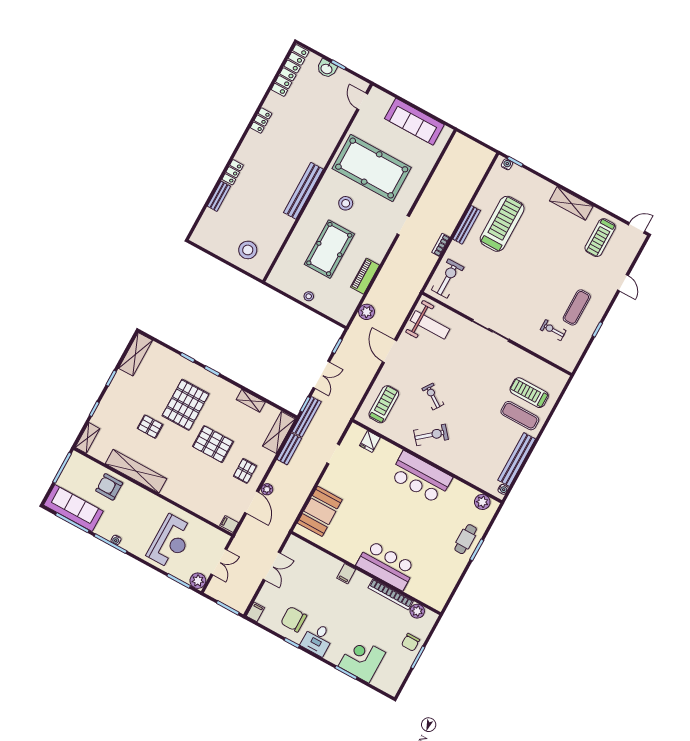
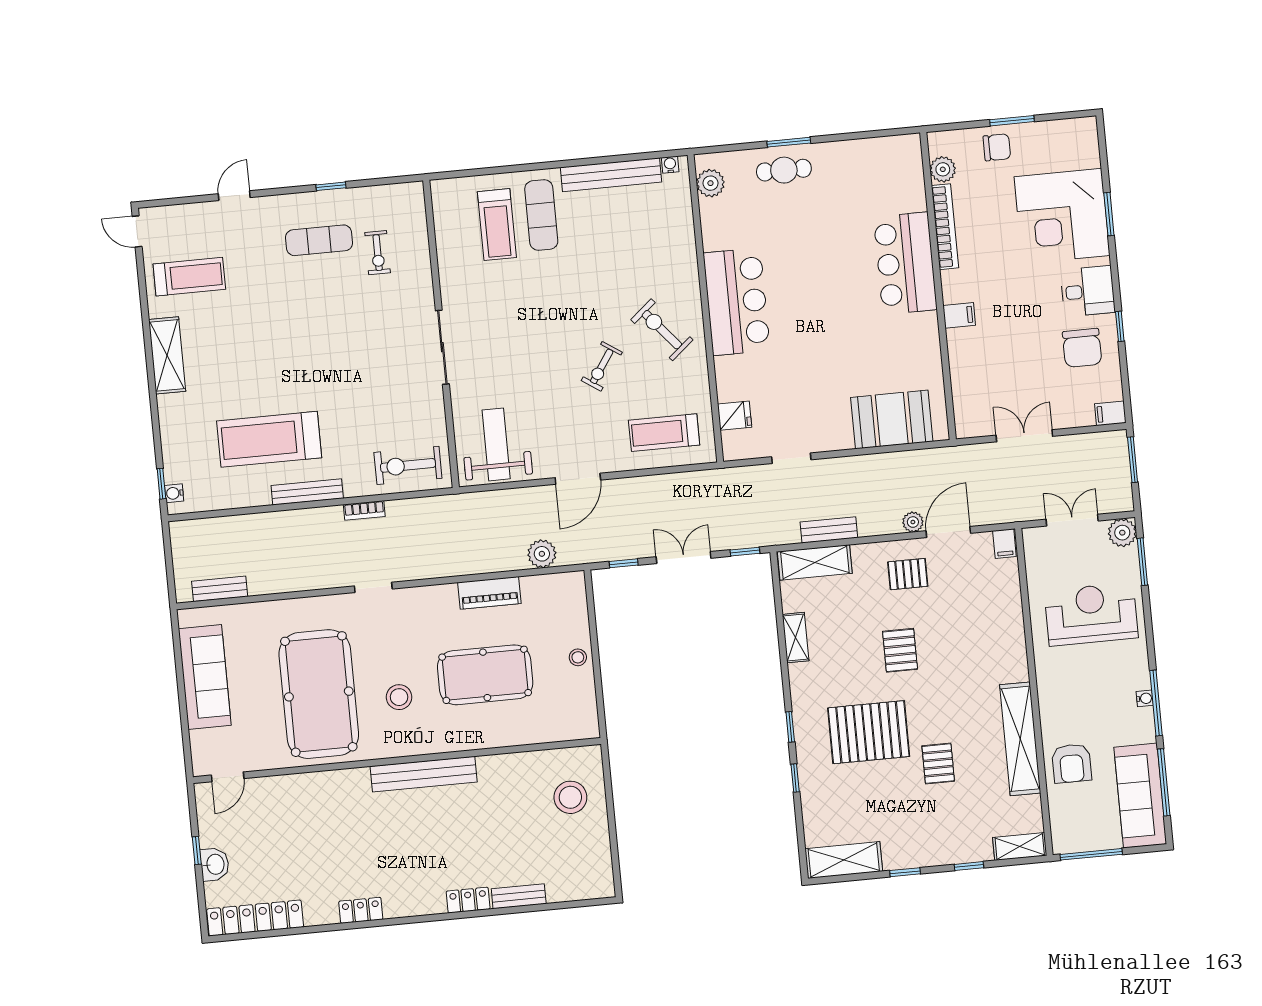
bench: (307, 417) -> (220, 589), moved, width x0.73
pallet: (213, 444) -> (900, 650), width x0.67, depth x0.71
corner desk: (362, 659) -> (1062, 216), width x1.36, depth x1.36

